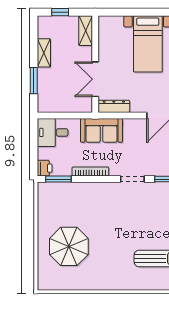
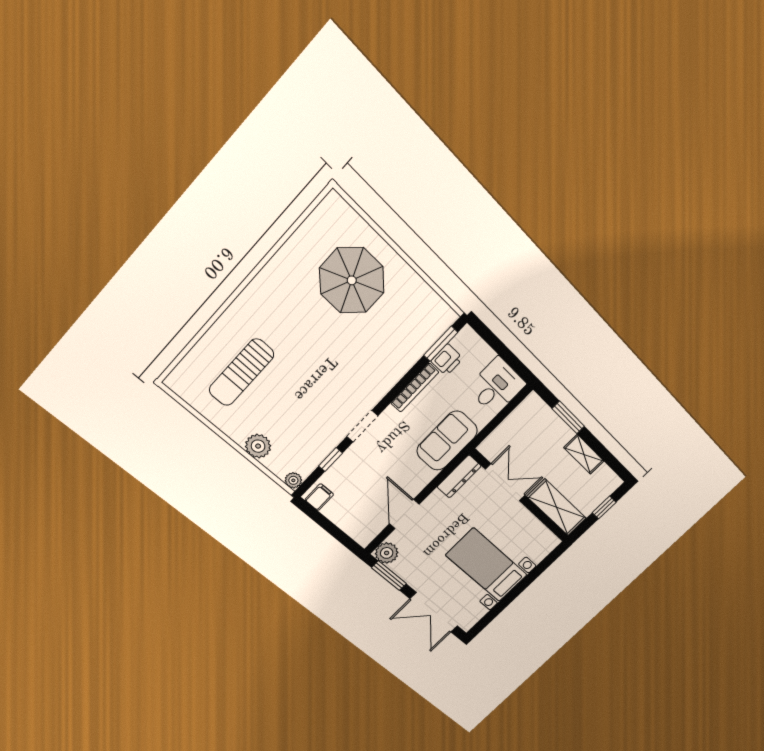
shelving: (86, 31) -> (557, 507), width x1.50, depth x1.33
printer: (45, 168) -> (447, 360), moved, turned -90

